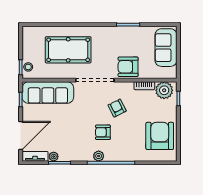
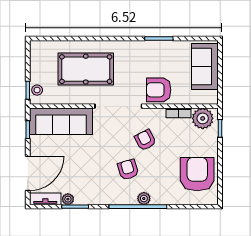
armchair: (103, 132) -> (128, 170), turned 73
plant: (99, 156) -> (144, 198), moved

